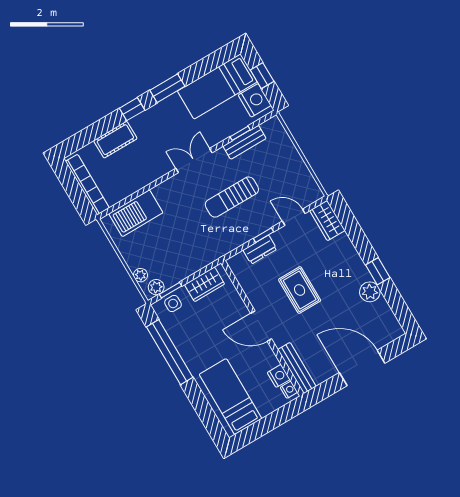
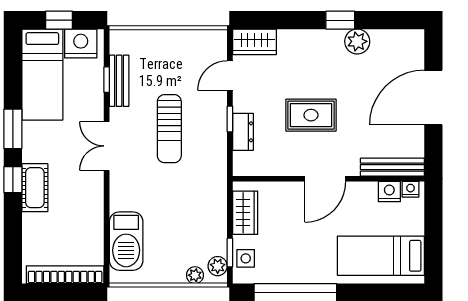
cot: (115, 140) -> (35, 188), moved

